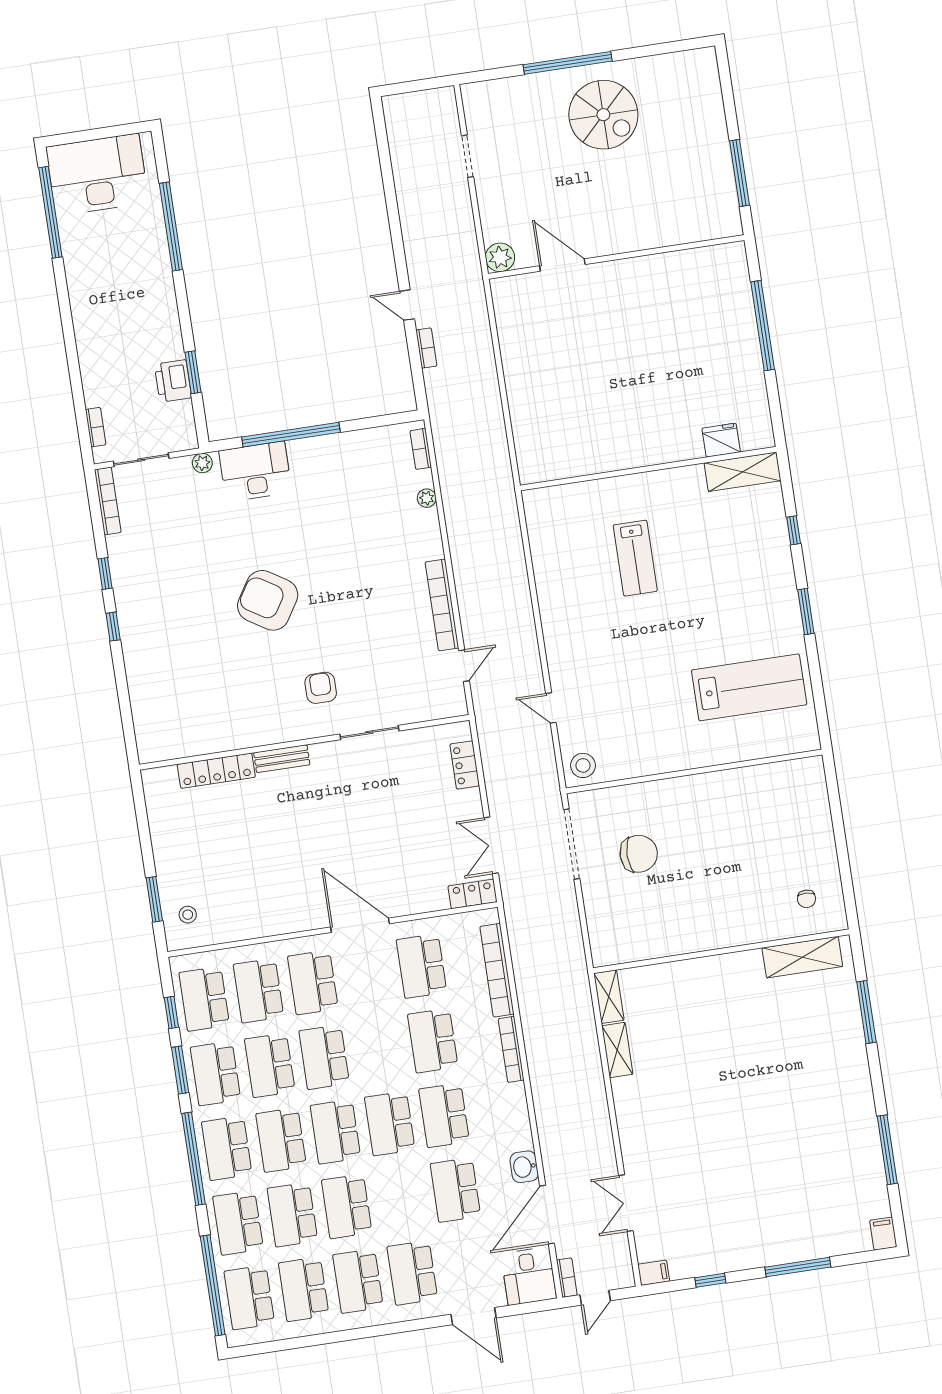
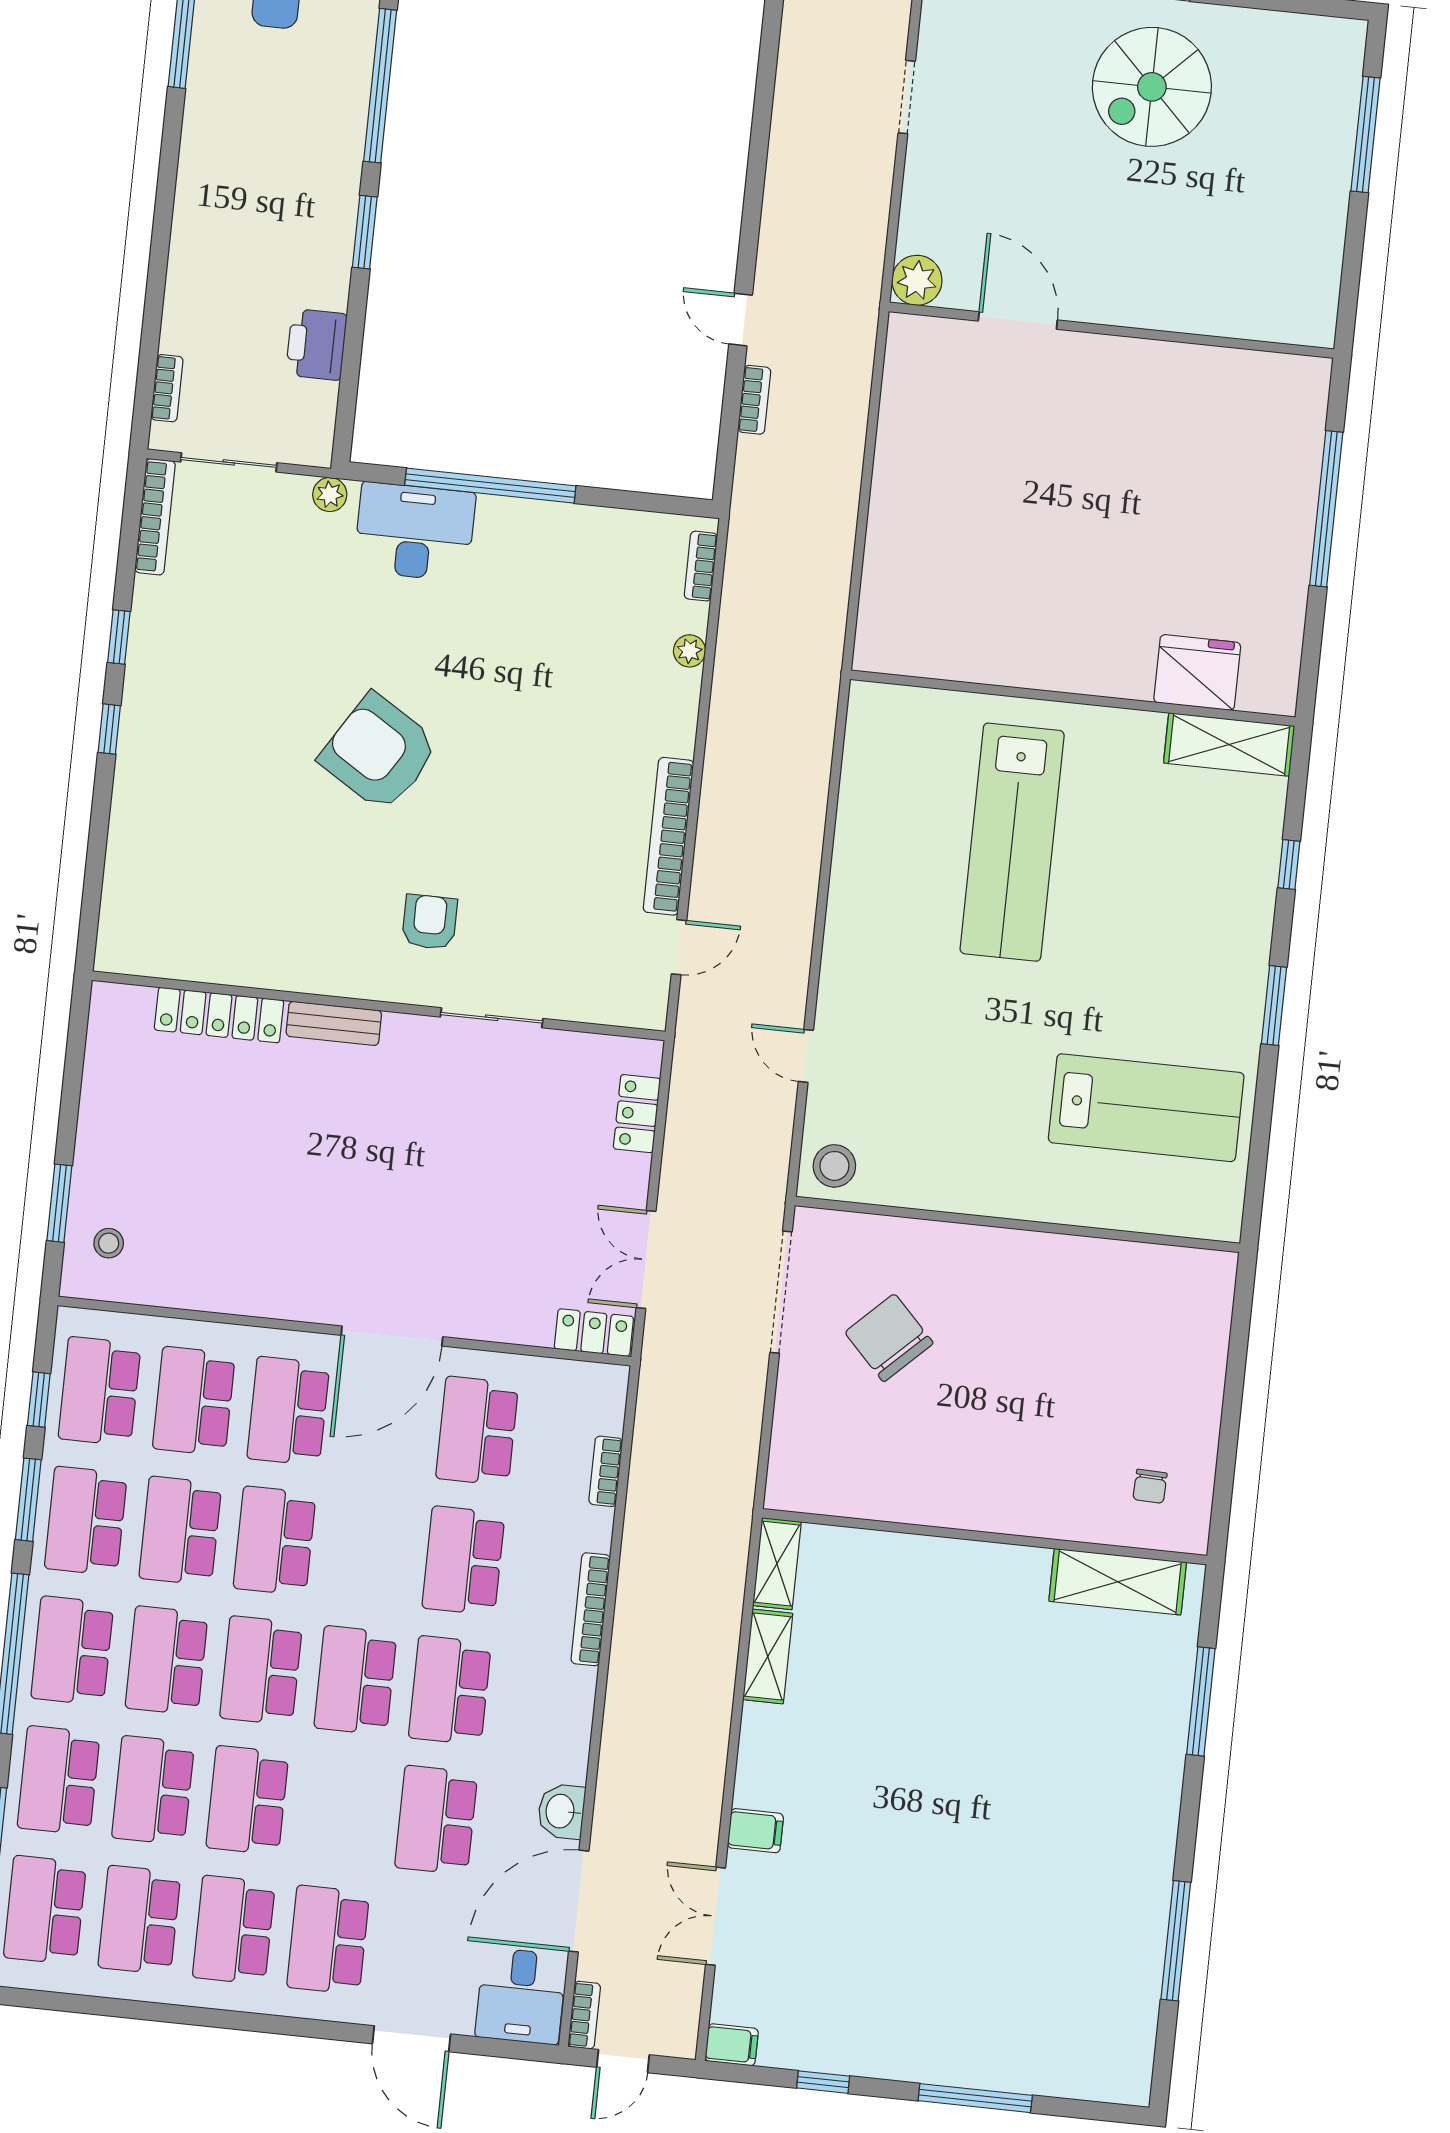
spiral stairs: (603, 115) -> (1152, 87), turned 90
window: (740, 173) -> (1366, 135), moved
window: (193, 372) -> (365, 232), moved
fridge: (721, 440) -> (1197, 672), width x1.36, depth x1.34
lab bench: (635, 558) -> (1012, 842), width x1.86, depth x1.39
chair: (639, 854) -> (889, 1338), turned -134
door: (360, 925) -> (392, 1336), swing flipped
bookcase: (497, 970) -> (606, 1471), width x0.43, depth x0.76
filing cabinet: (883, 1234) -> (755, 1831), moved, turned 90

